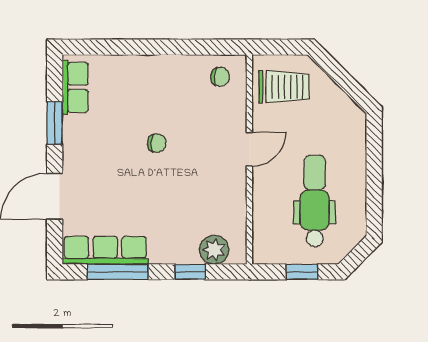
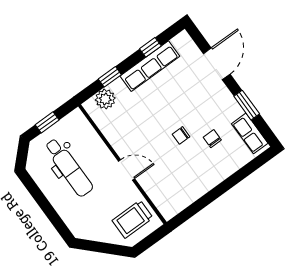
chair: (220, 77) -> (212, 139), moved, turned 86
door: (249, 149) -> (127, 170), swing flipped
row of seats: (105, 250) -> (150, 66), moved
window: (118, 272) -> (150, 47), width x0.46

